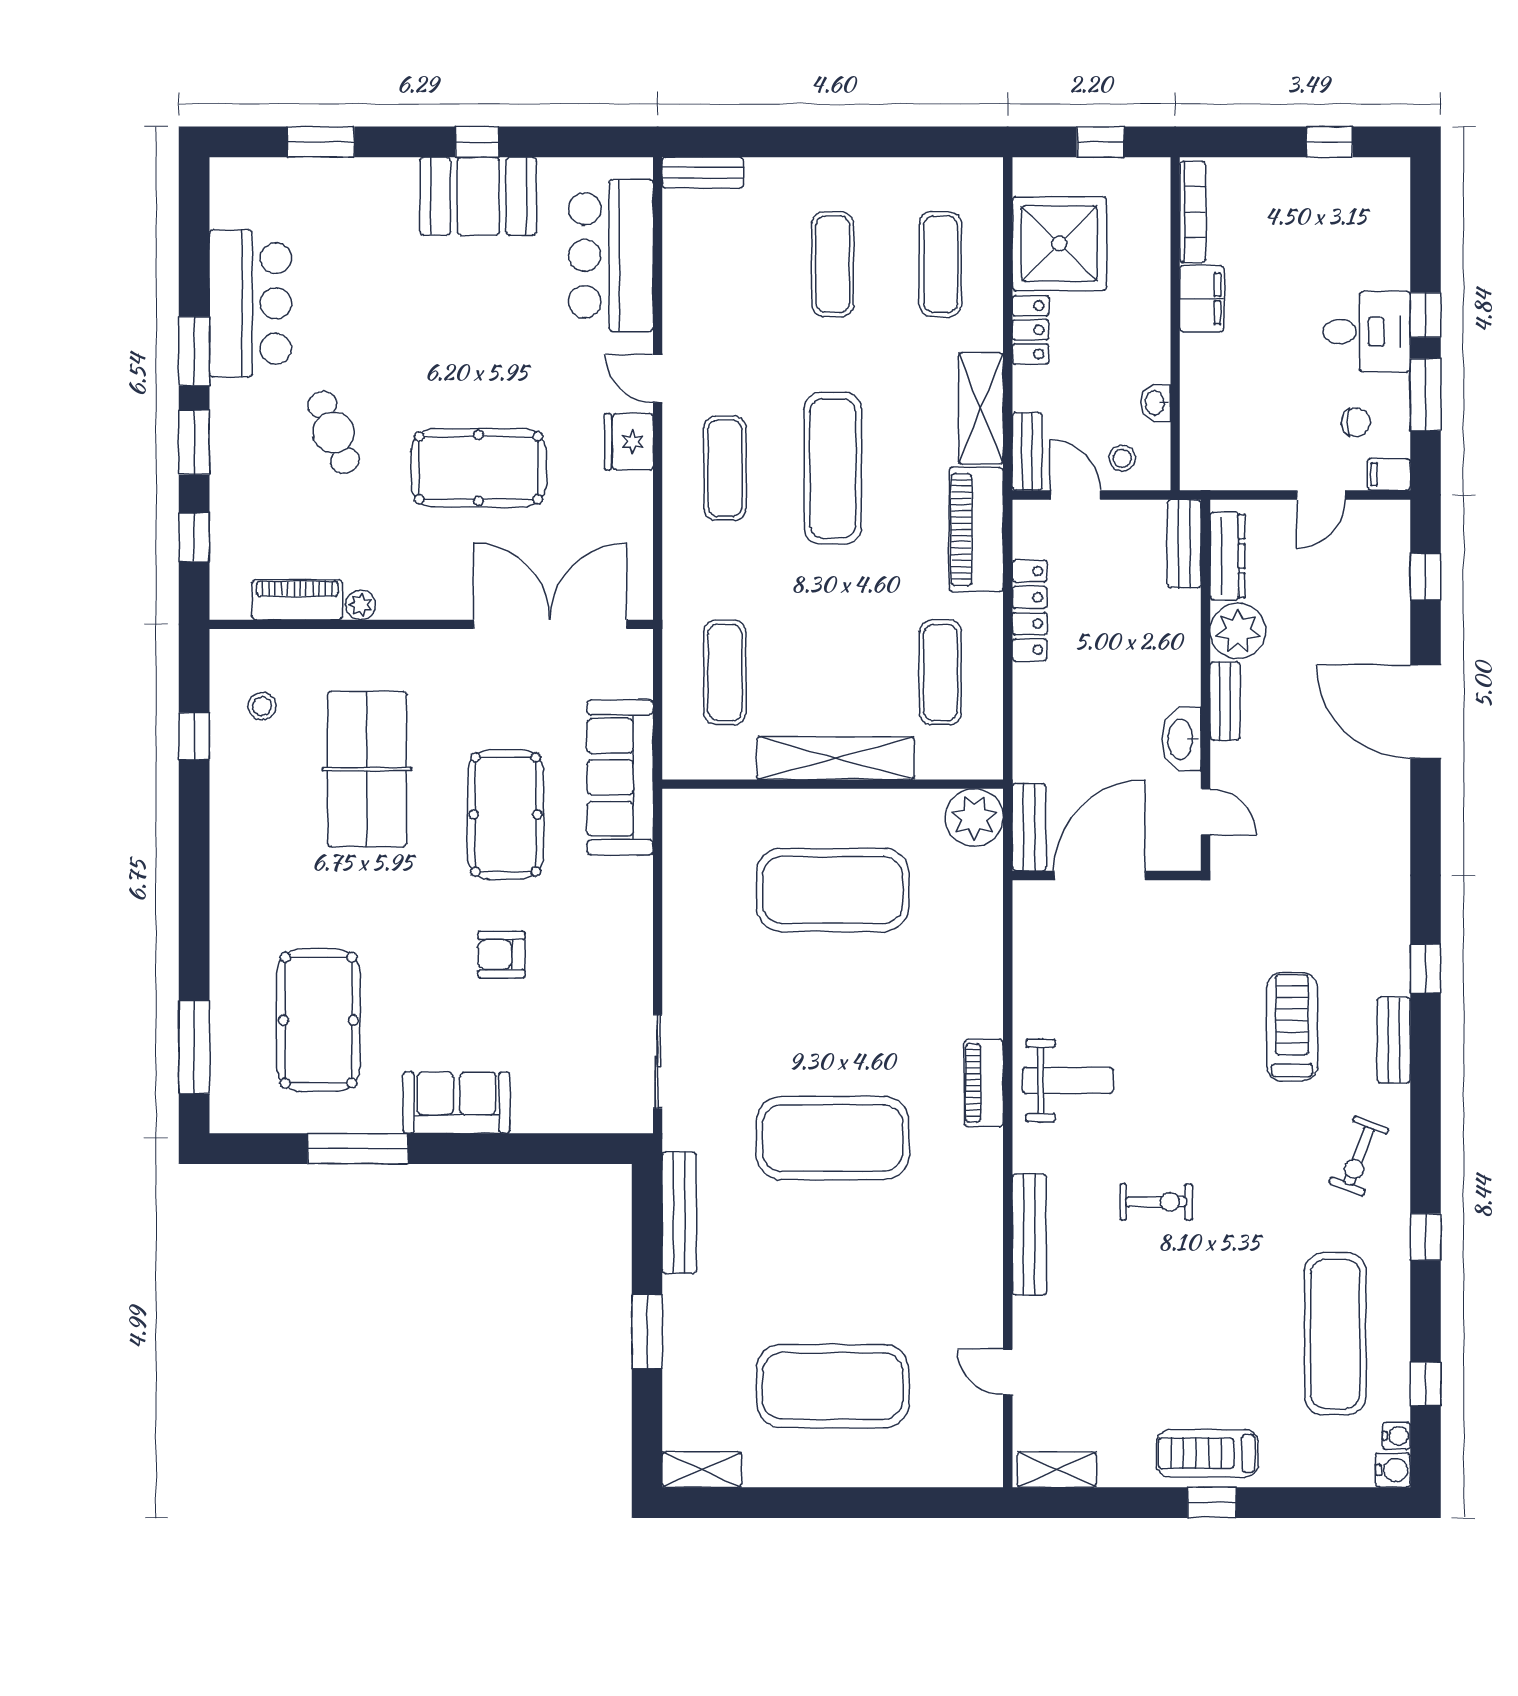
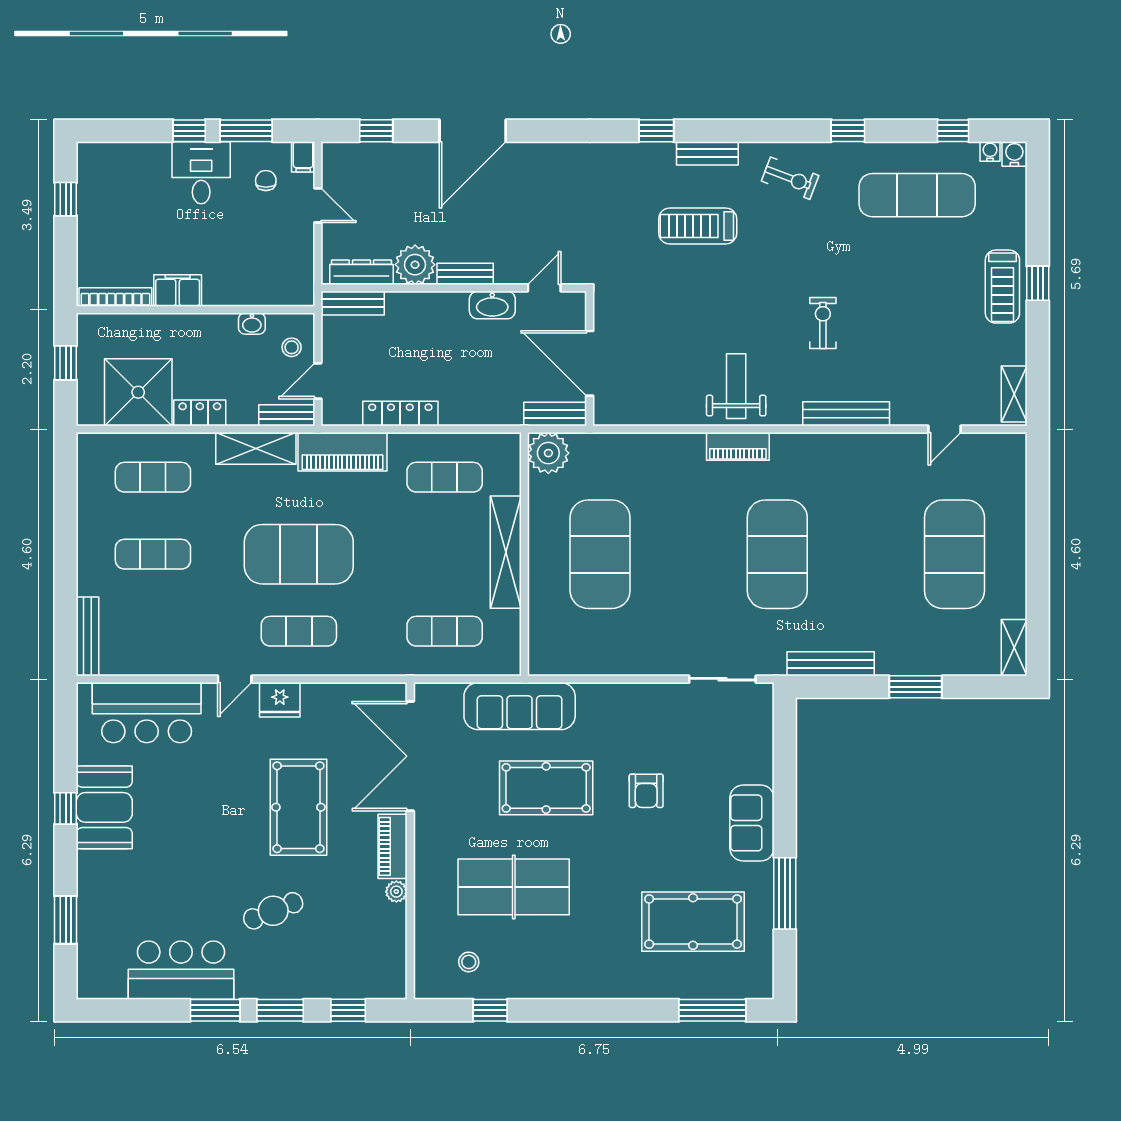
bench: (703, 173) -> (88, 636), width x1.36
exercise mat: (833, 468) -> (299, 554), width x1.47
piano: (297, 600) -> (393, 846), moved

